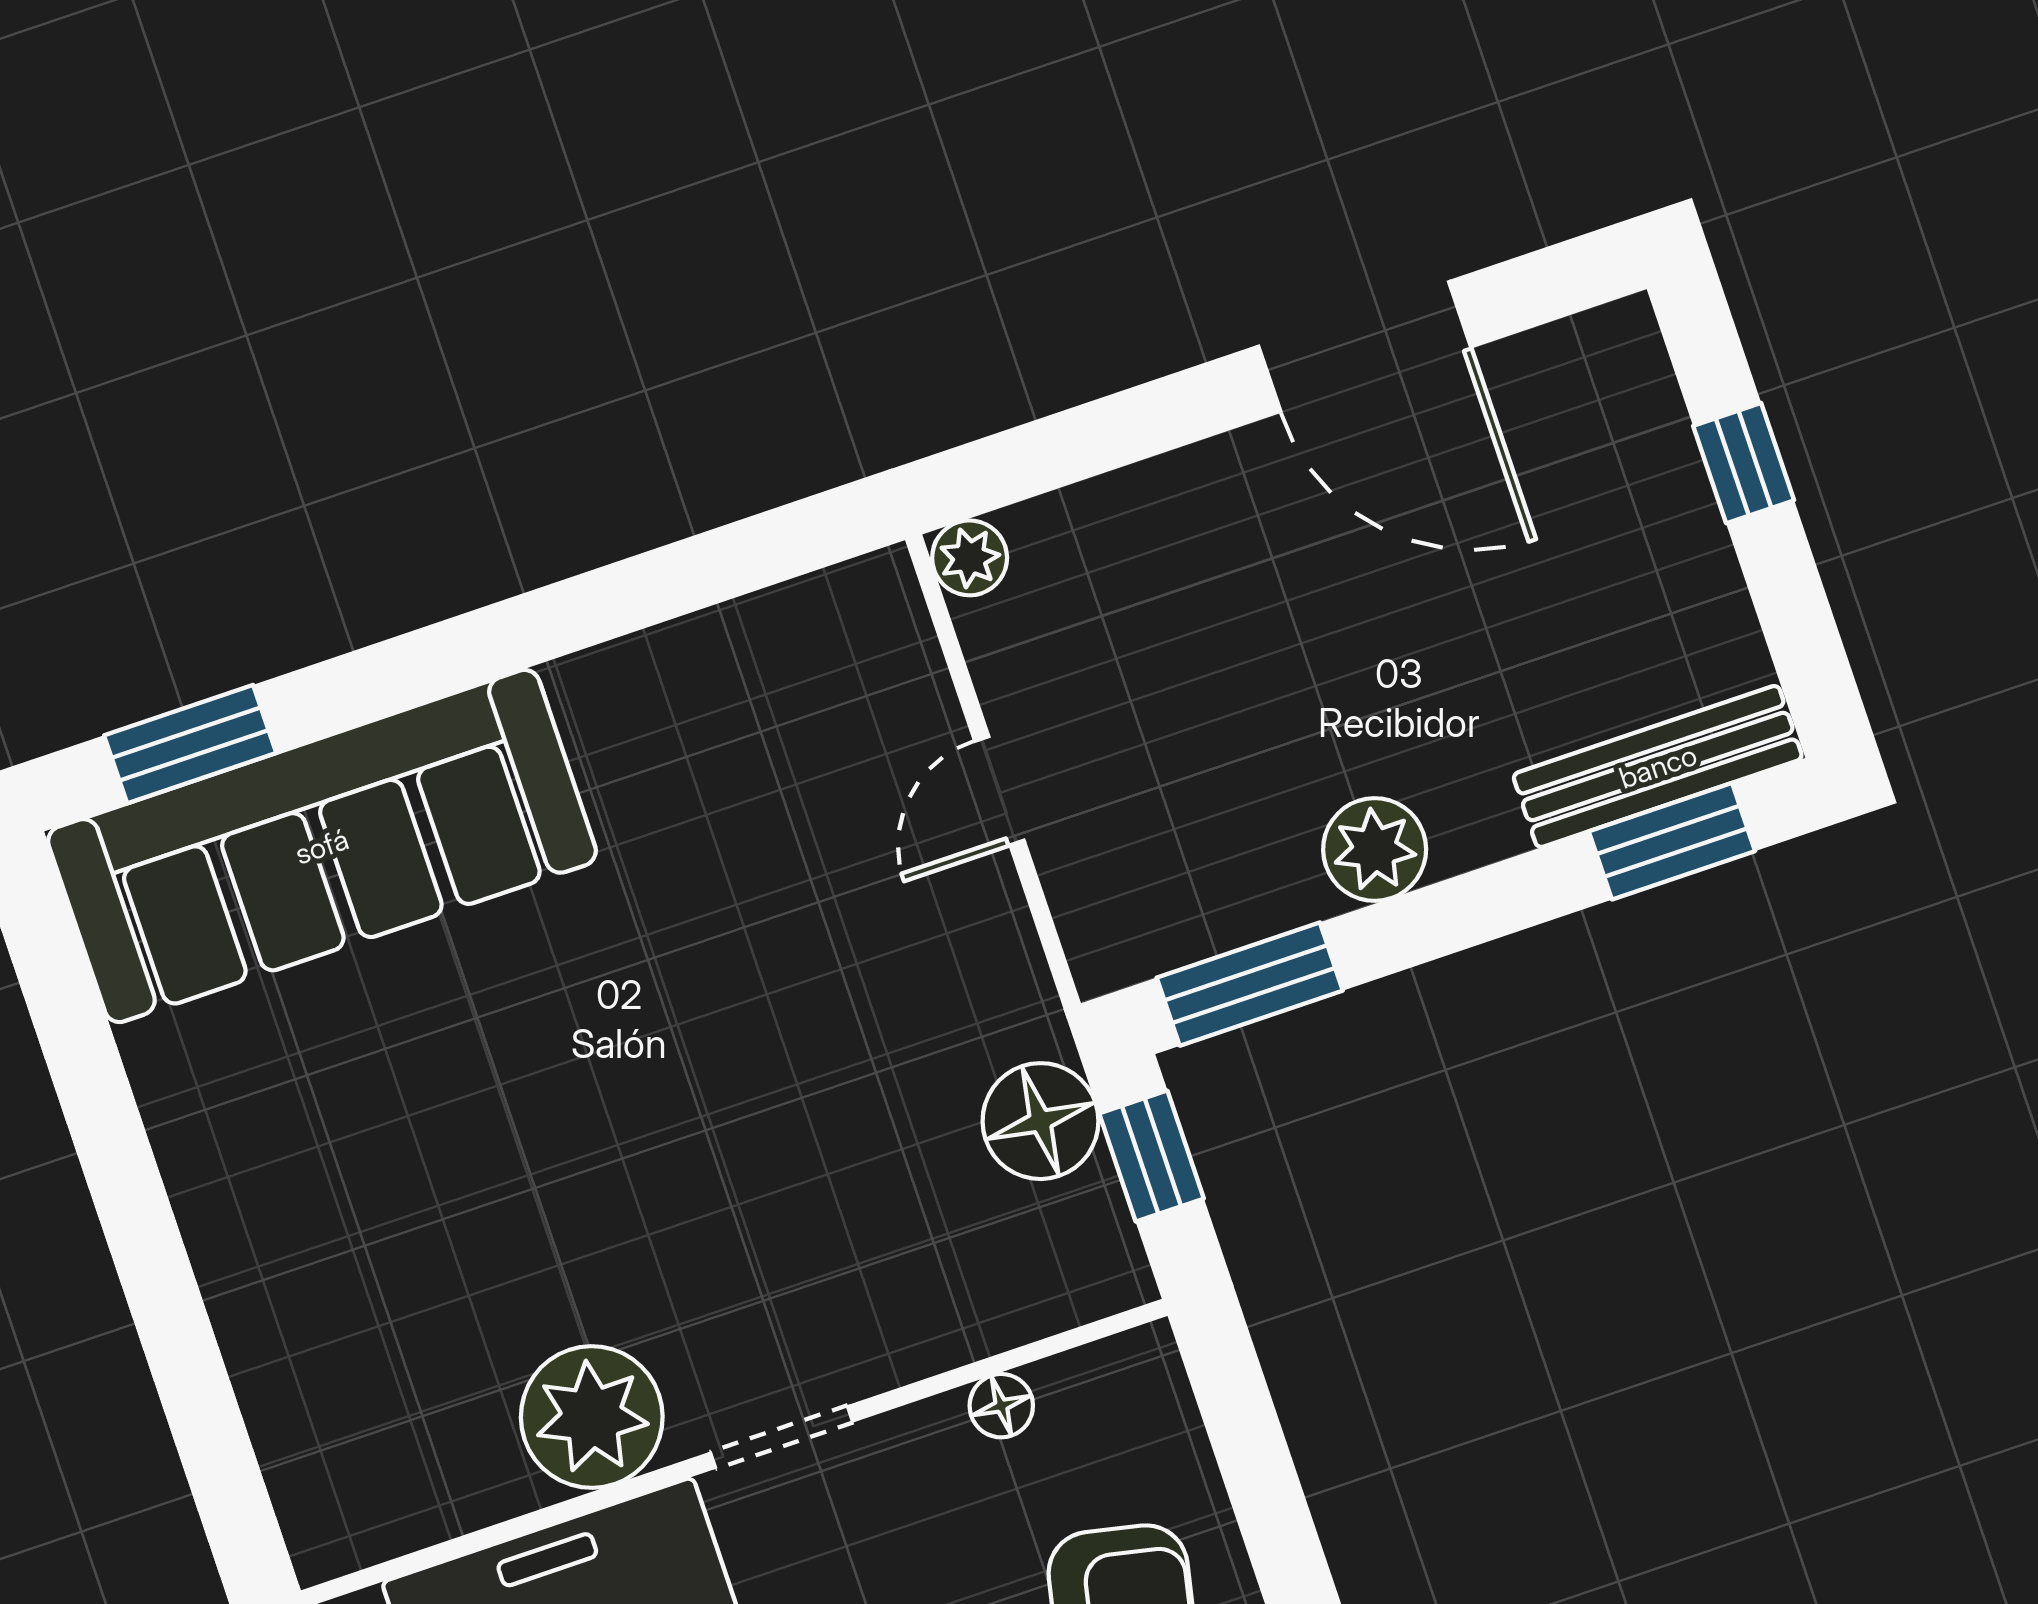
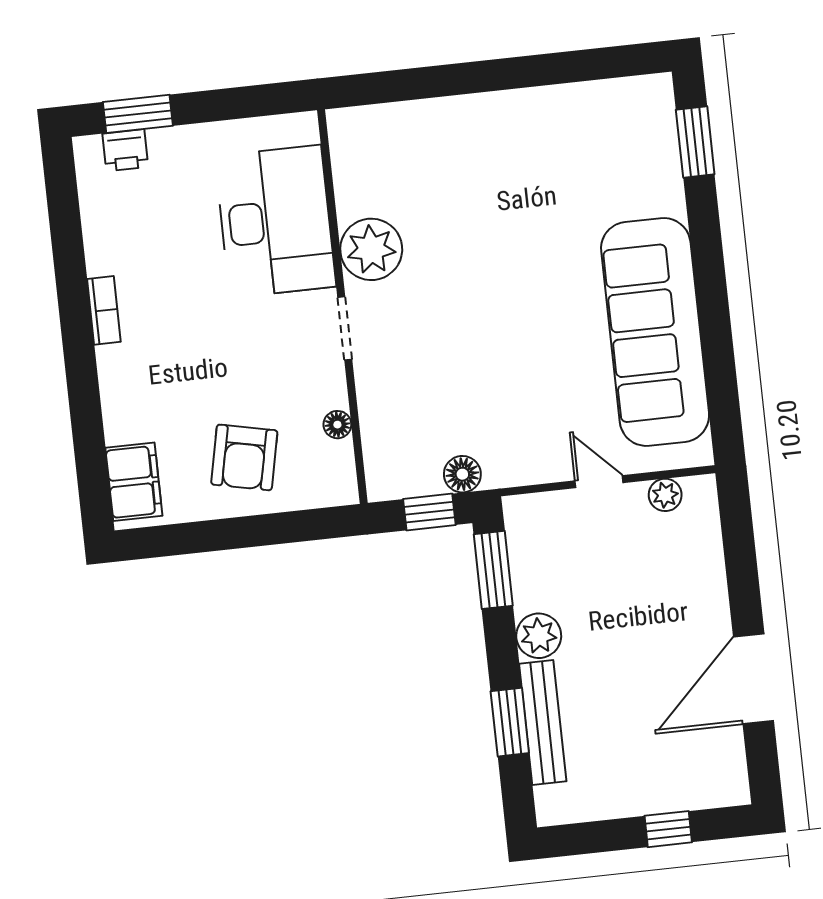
plant: (970, 558) -> (665, 495), moved
bench: (1658, 766) -> (543, 722), moved
window: (1672, 841) -> (510, 722), moved
sofa: (322, 846) -> (655, 332), moved
floor lamp: (1040, 1121) -> (462, 474), width x0.73, depth x0.73

